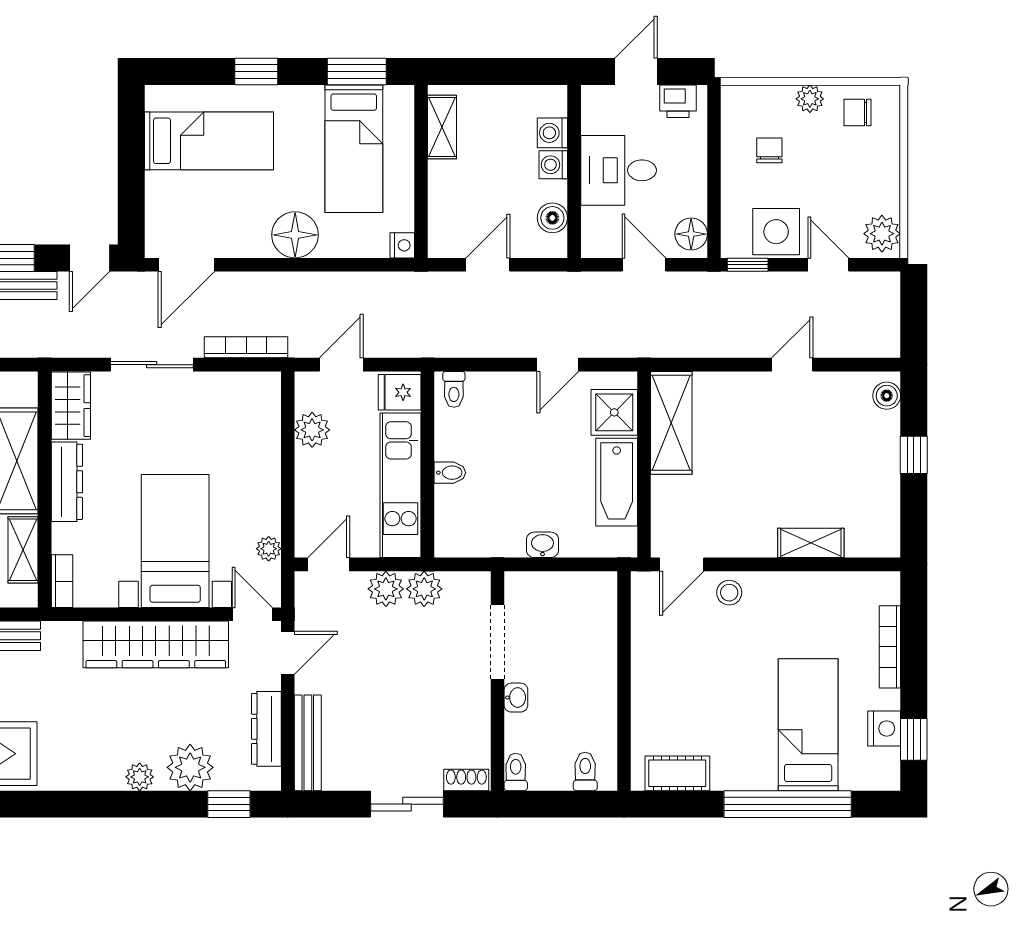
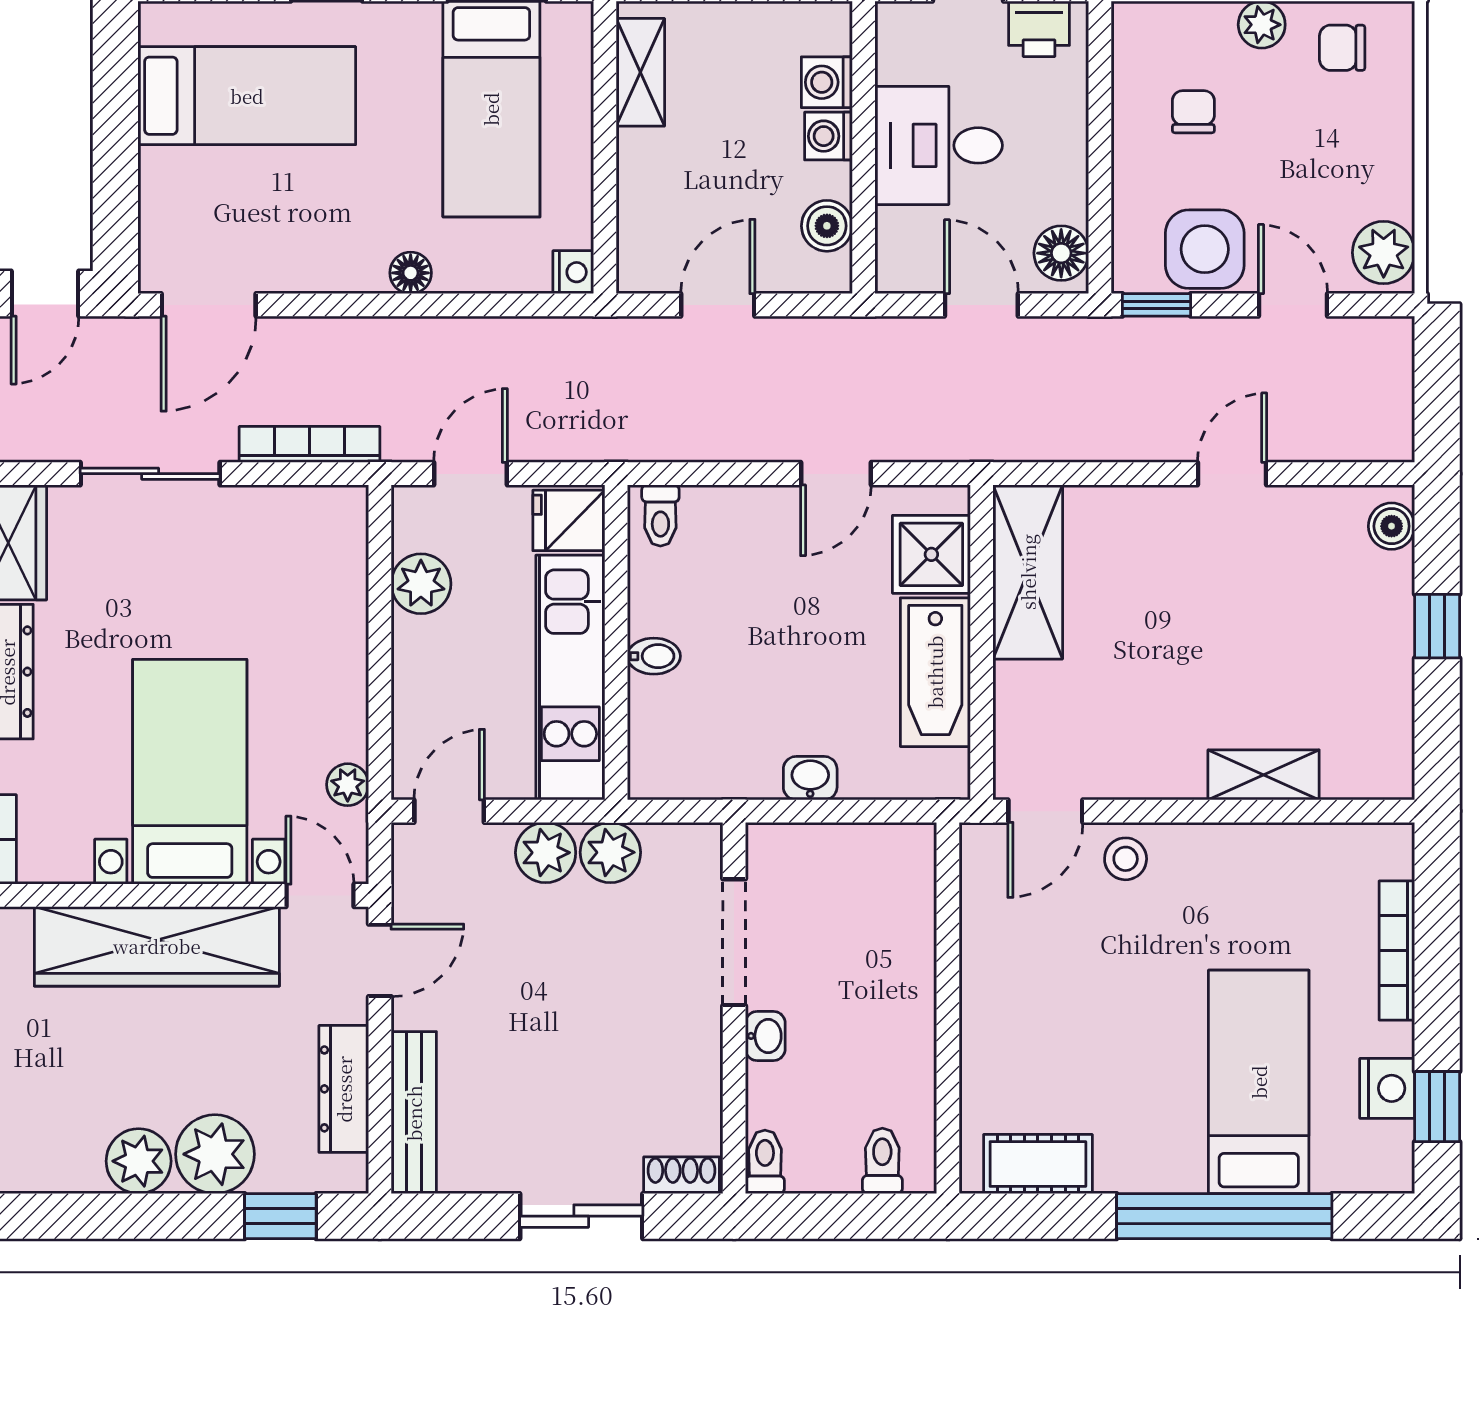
floor lamp: (295, 235) -> (411, 273), width x0.53, depth x0.53
plant: (140, 777) -> (139, 1161), width x1.38, depth x1.38

